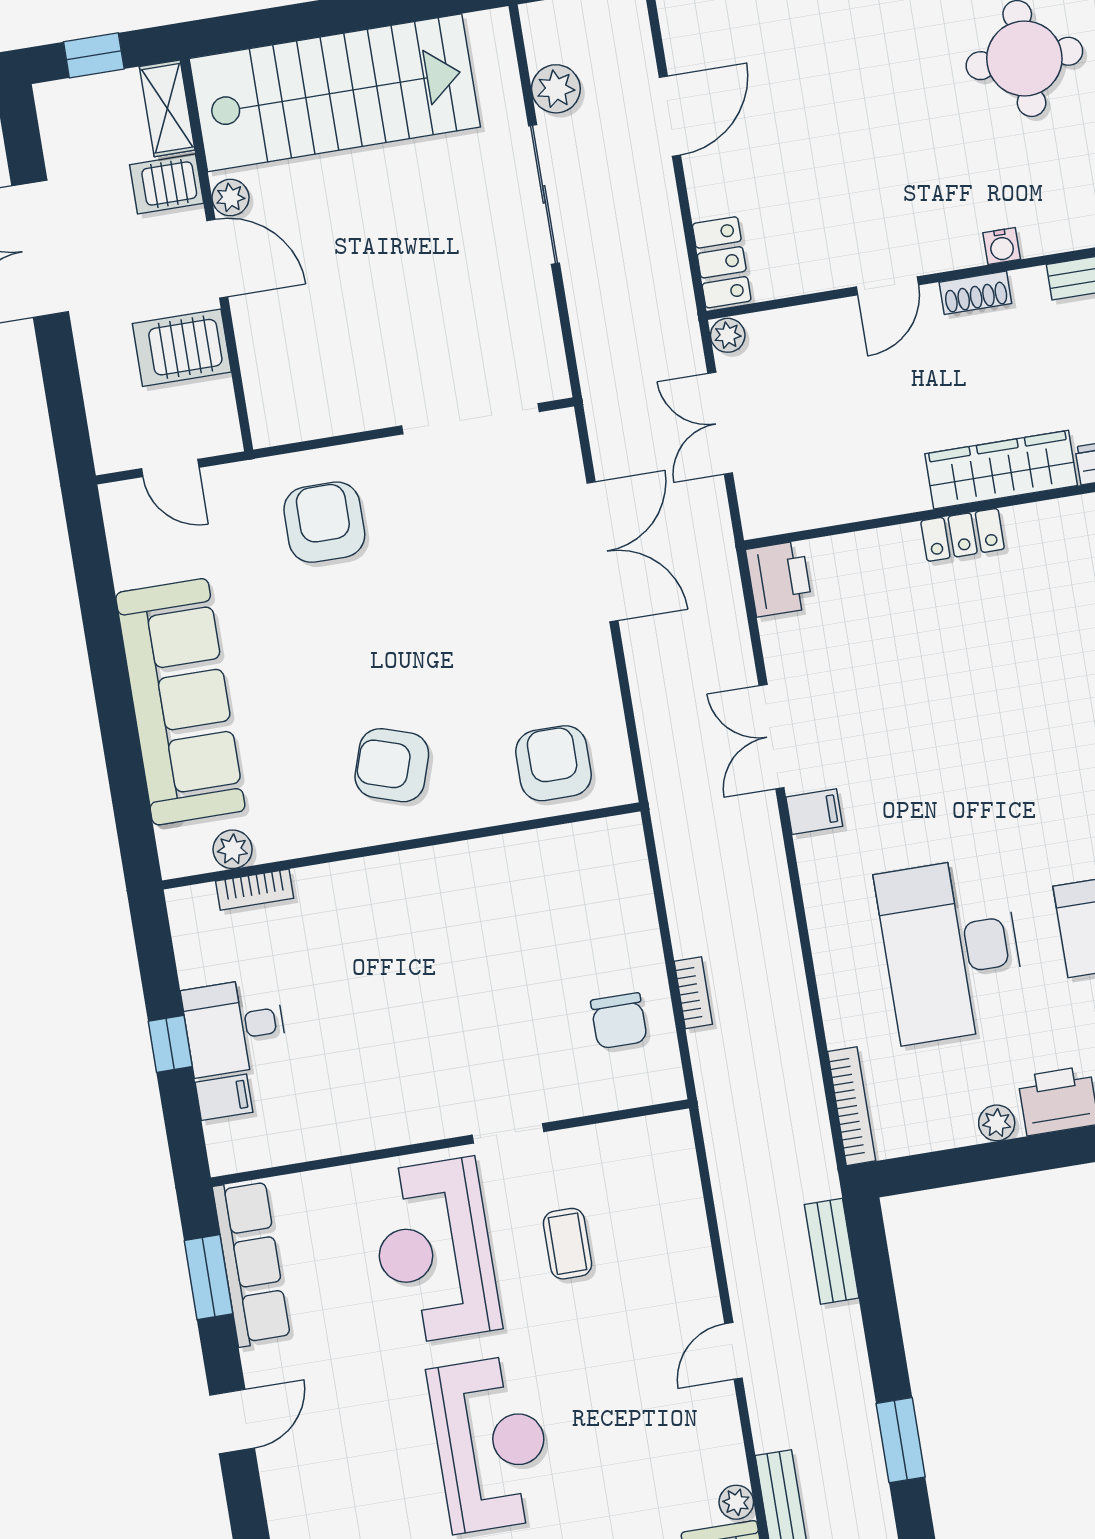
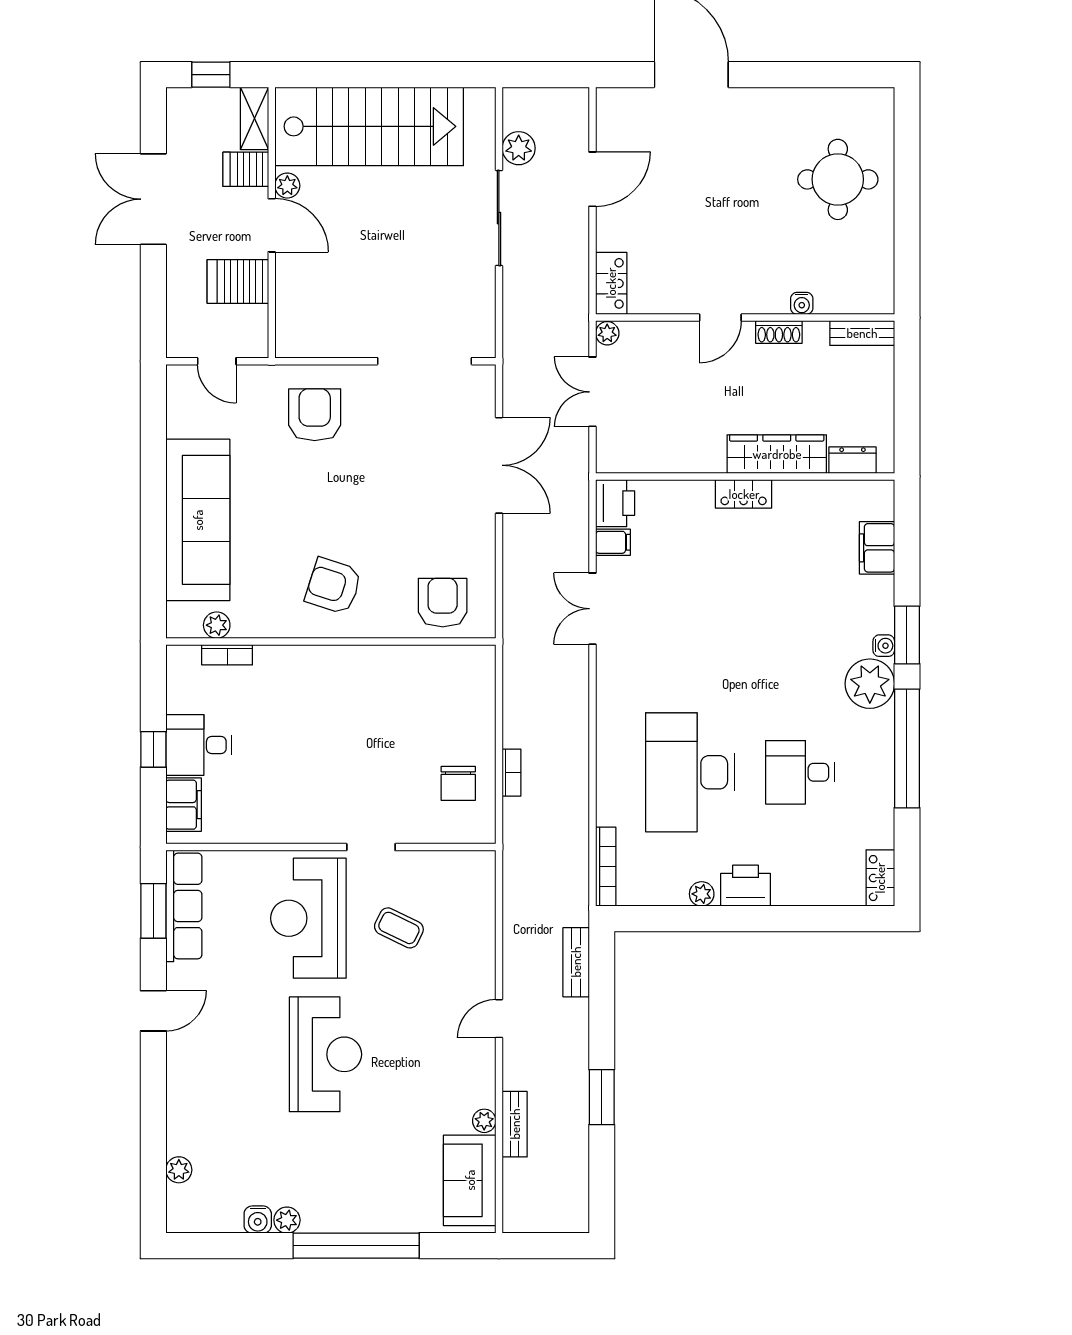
filing cabinet: (814, 812) -> (613, 542), moved
filing cabinet: (224, 1097) -> (184, 805), width x2.00
coffee table: (567, 1244) -> (399, 928), turned -64

